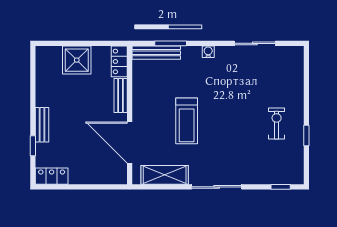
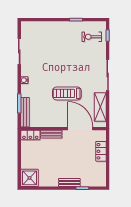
shower: (77, 60) -> (29, 178), moved
treadmill: (187, 121) -> (67, 93), turned 180
exercise bike: (277, 124) -> (92, 37), moved
door: (130, 142) -> (80, 129), swing flipped
locker: (52, 176) -> (101, 151), moved

